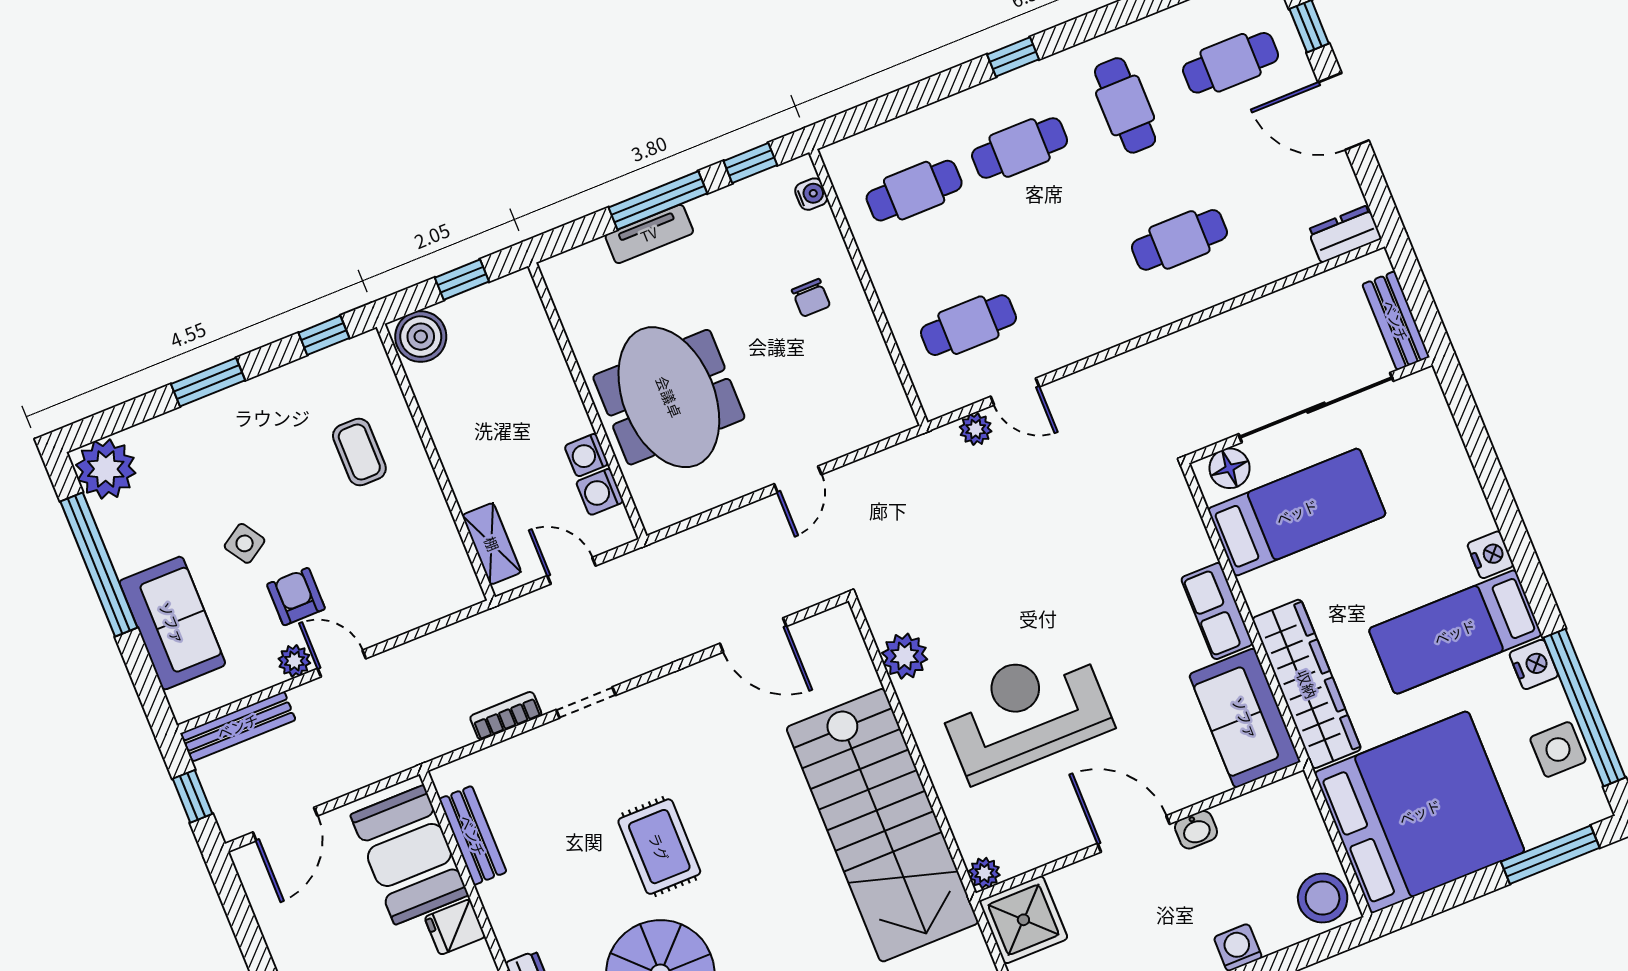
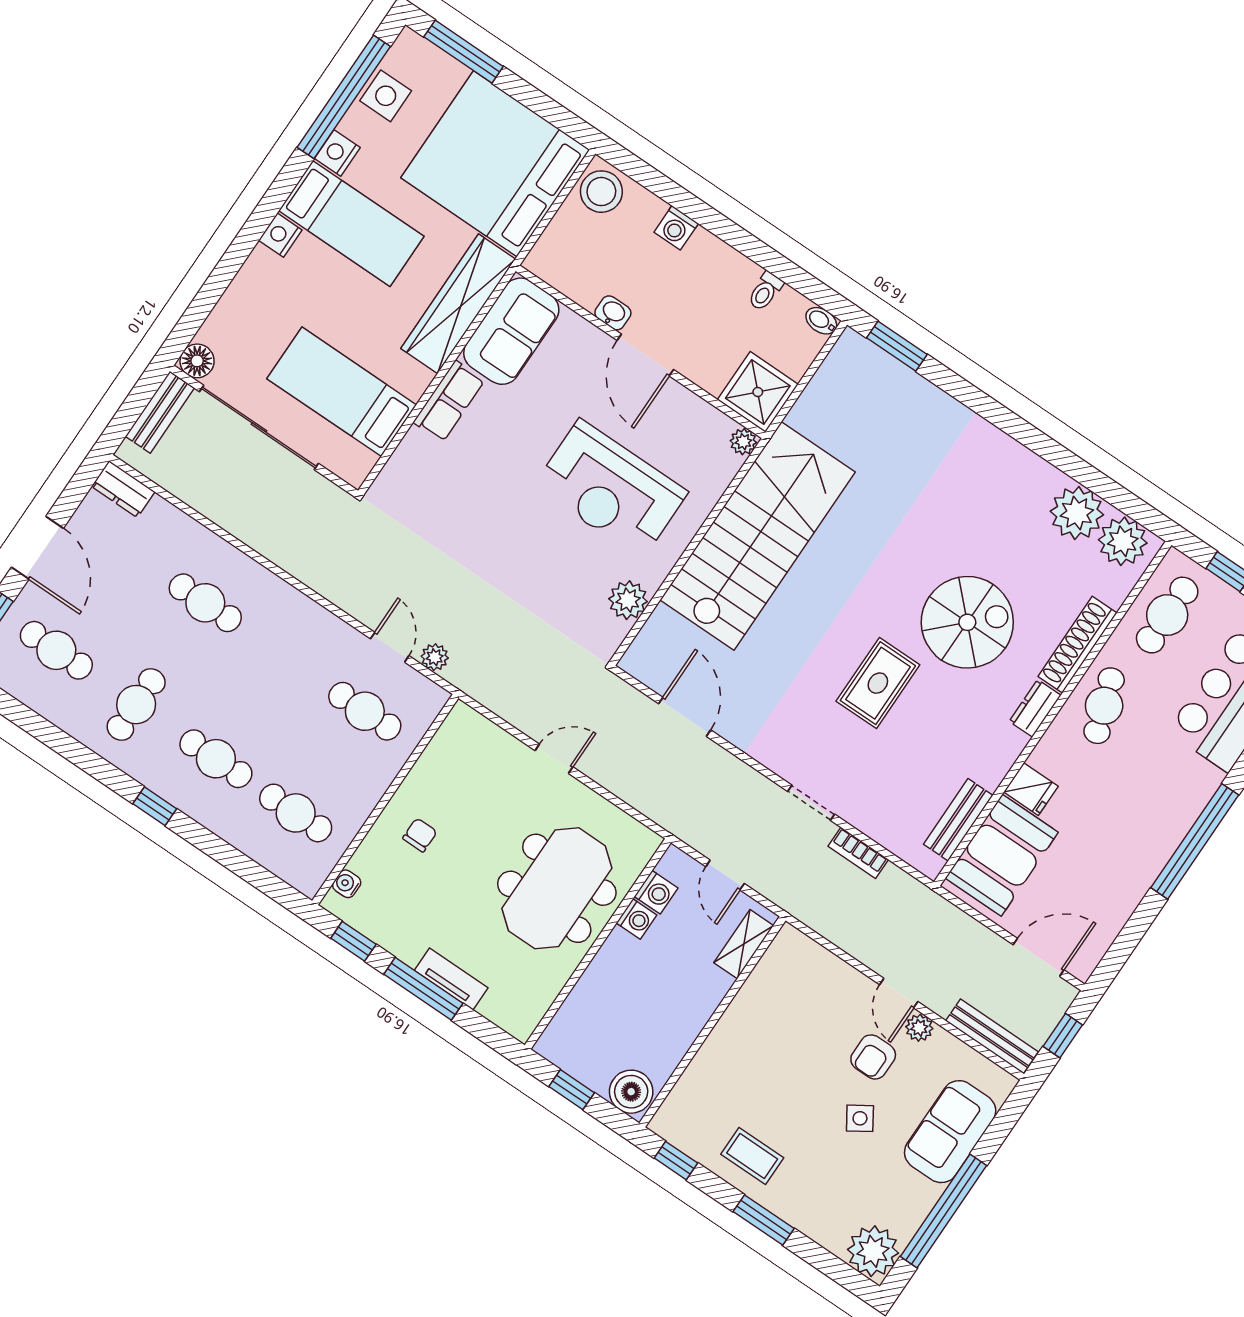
coffee table: (359, 452) -> (752, 1156), moved, turned 90
floor lamp: (1230, 468) -> (197, 361), moved

